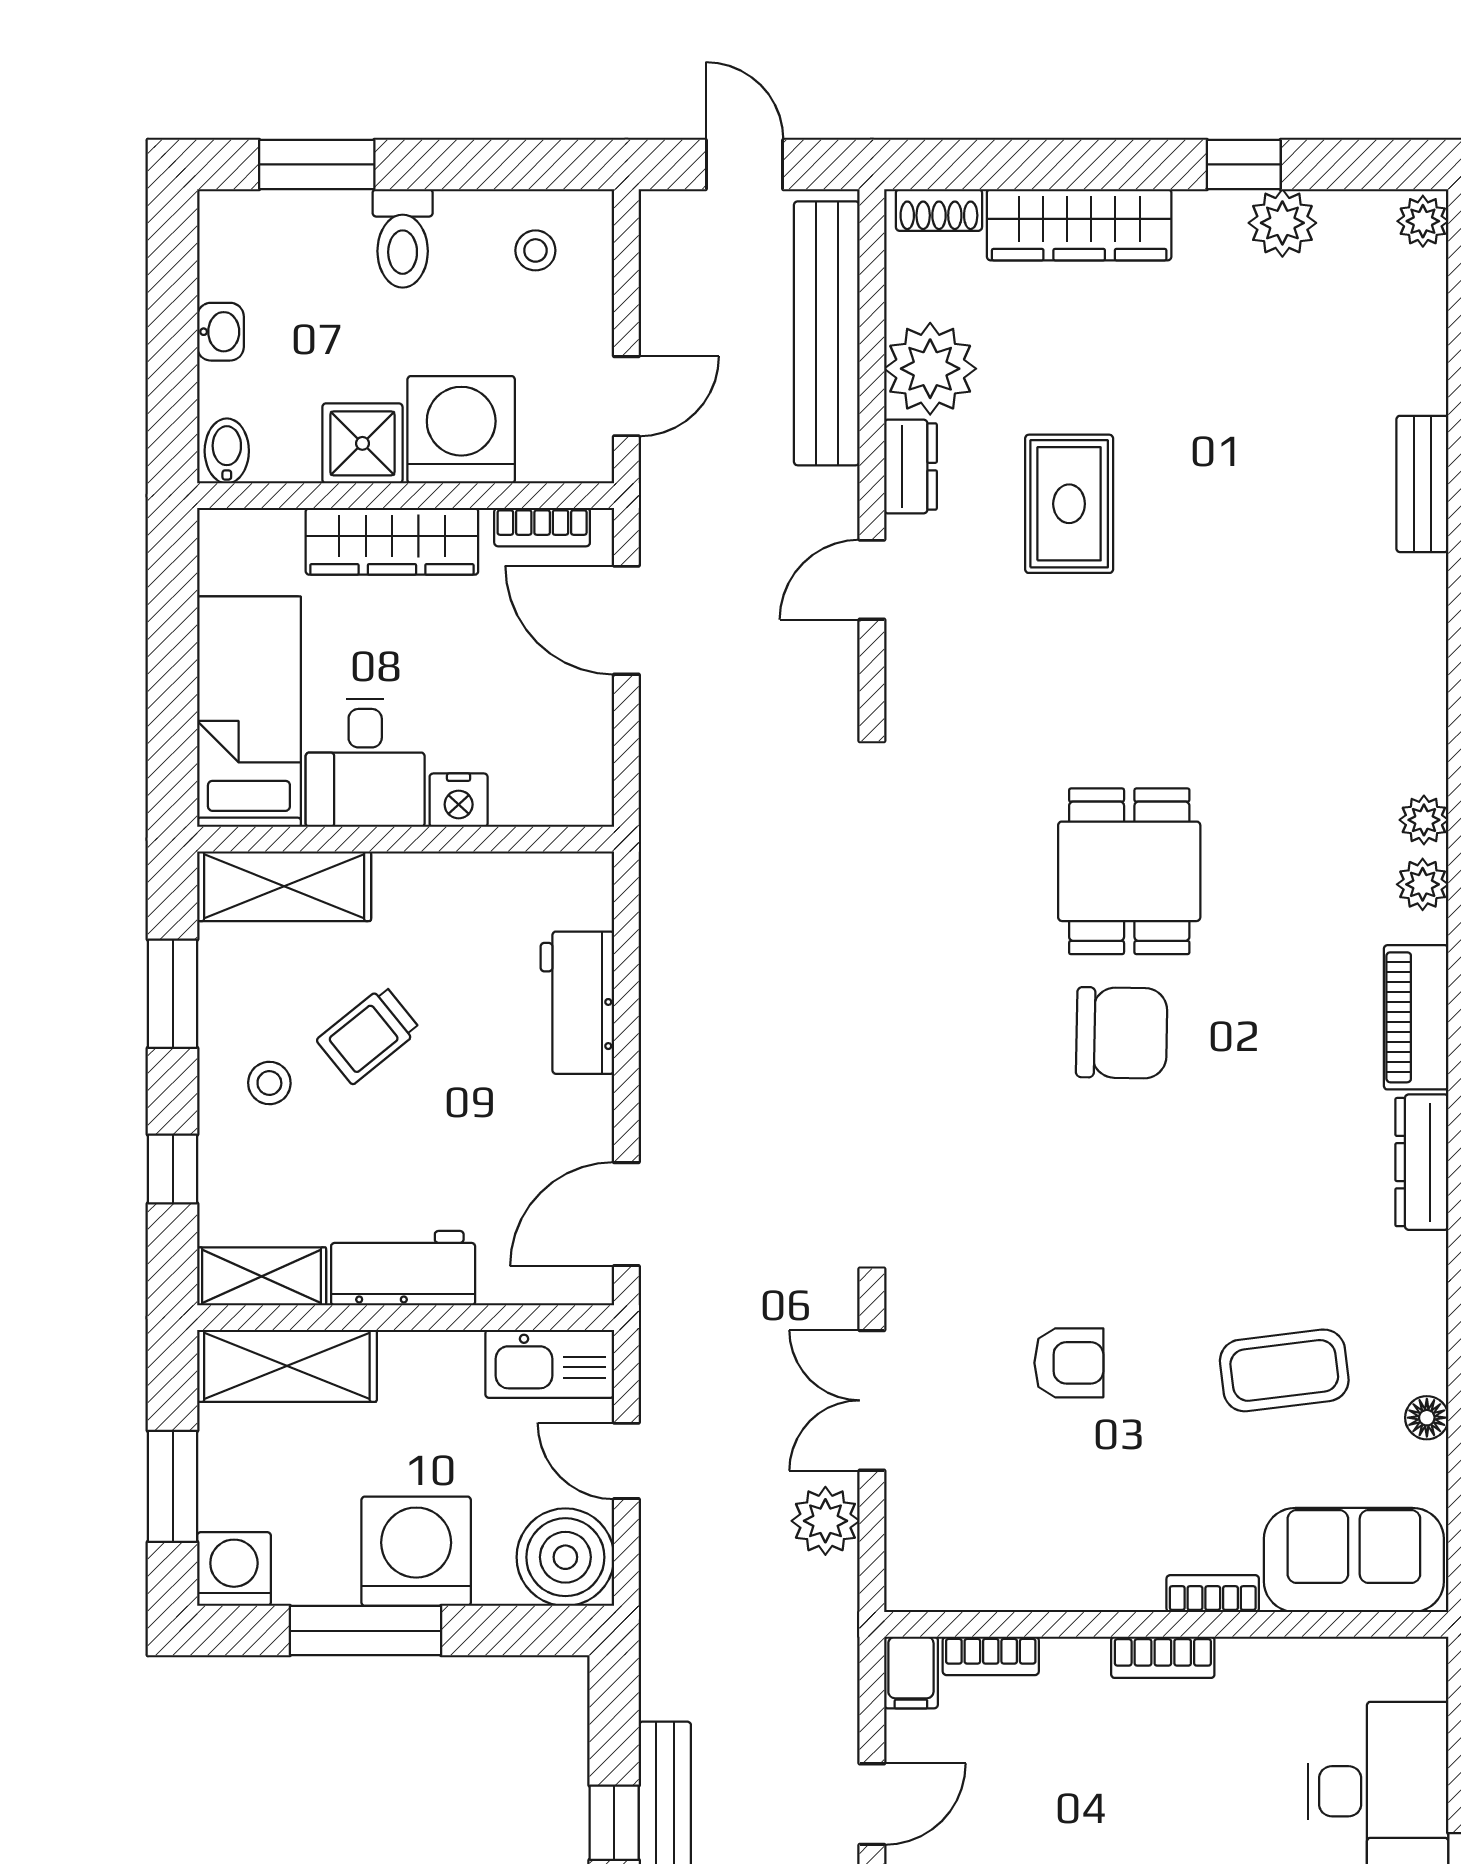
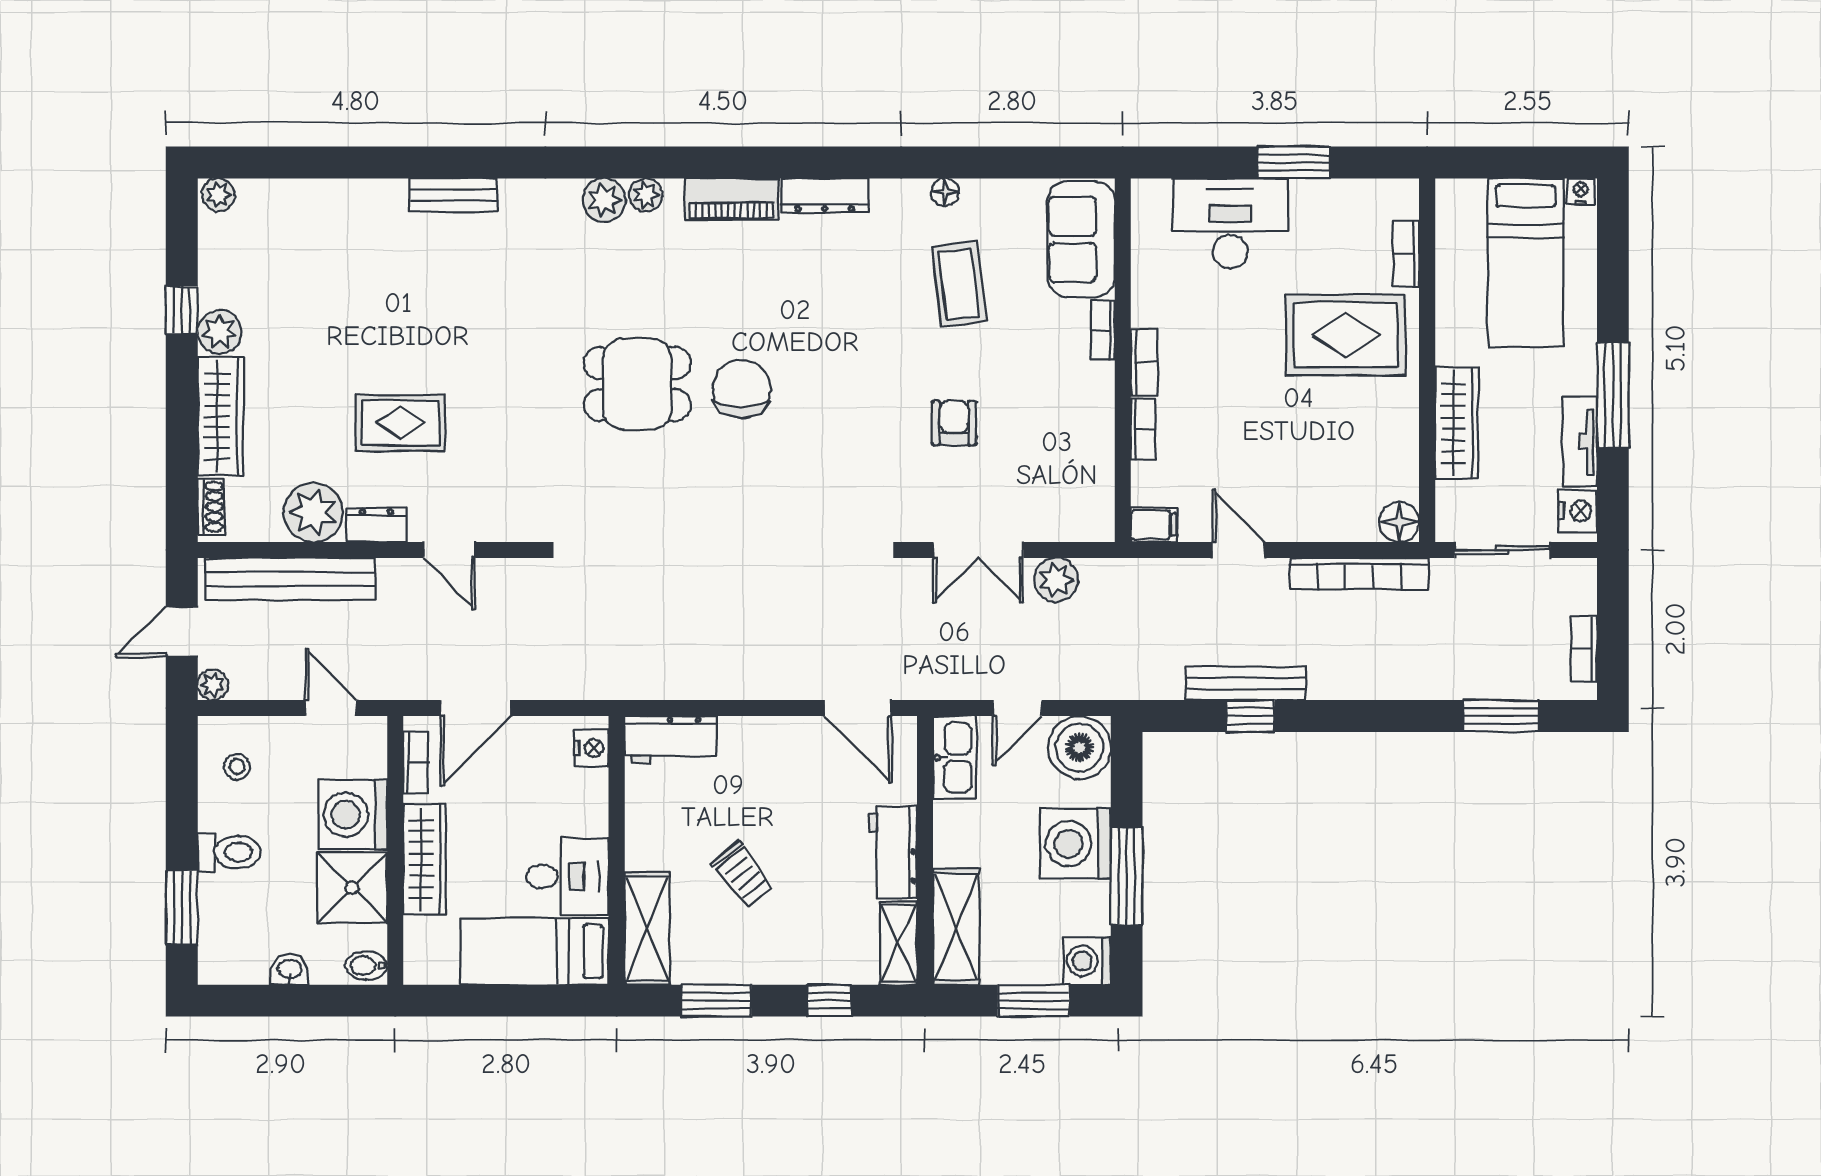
plant: (662, 213) -> (213, 685), added
plant: (1282, 223) -> (219, 332), moved
shower: (362, 443) -> (352, 888), width x1.36, depth x1.36
bench: (1422, 484) -> (453, 195), moved
nightstand: (459, 800) -> (591, 748), moved
plant: (1424, 820) -> (604, 200), width x1.38, depth x1.38
workbench: (577, 1003) -> (670, 740), moved
stool: (269, 1083) -> (774, 938), removed
floor lamp: (1427, 1418) -> (945, 192), moved
bookcase: (991, 1656) -> (1143, 430), moved

